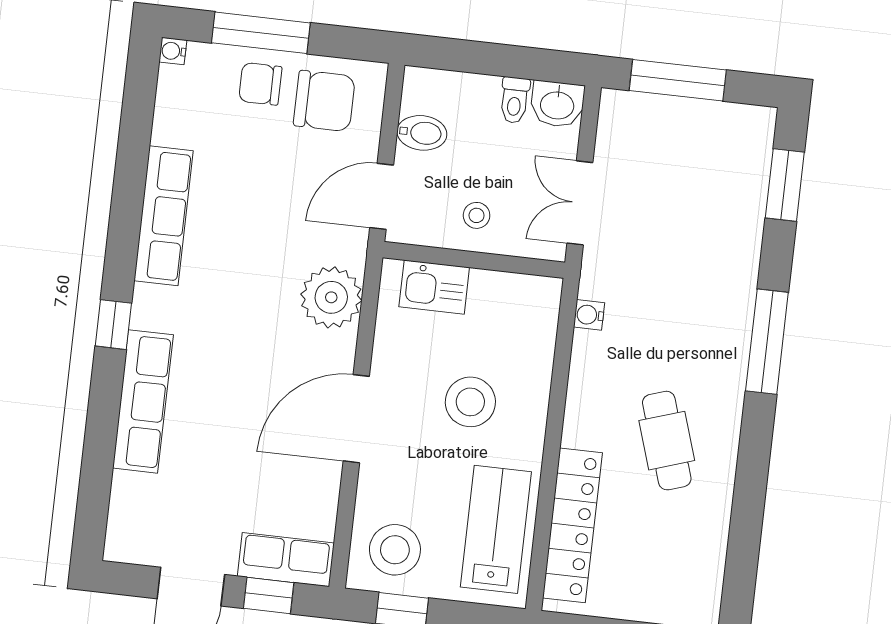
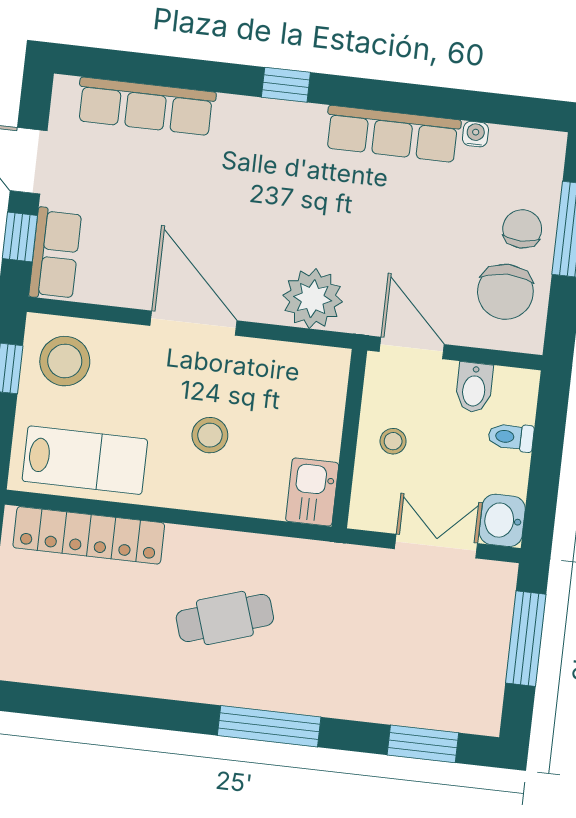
water cooler: (173, 51) -> (475, 134), moved
toilet: (515, 100) -> (511, 437), moved
double door: (580, 203) -> (436, 546), moved
kitchen sink: (434, 287) -> (312, 492), moved
water cooler: (589, 315) -> (295, 552), removed
row of seats: (143, 401) -> (146, 106), moved
stool: (470, 402) -> (210, 435), width x0.73, depth x0.73
cafe table: (667, 441) -> (225, 618), moved

